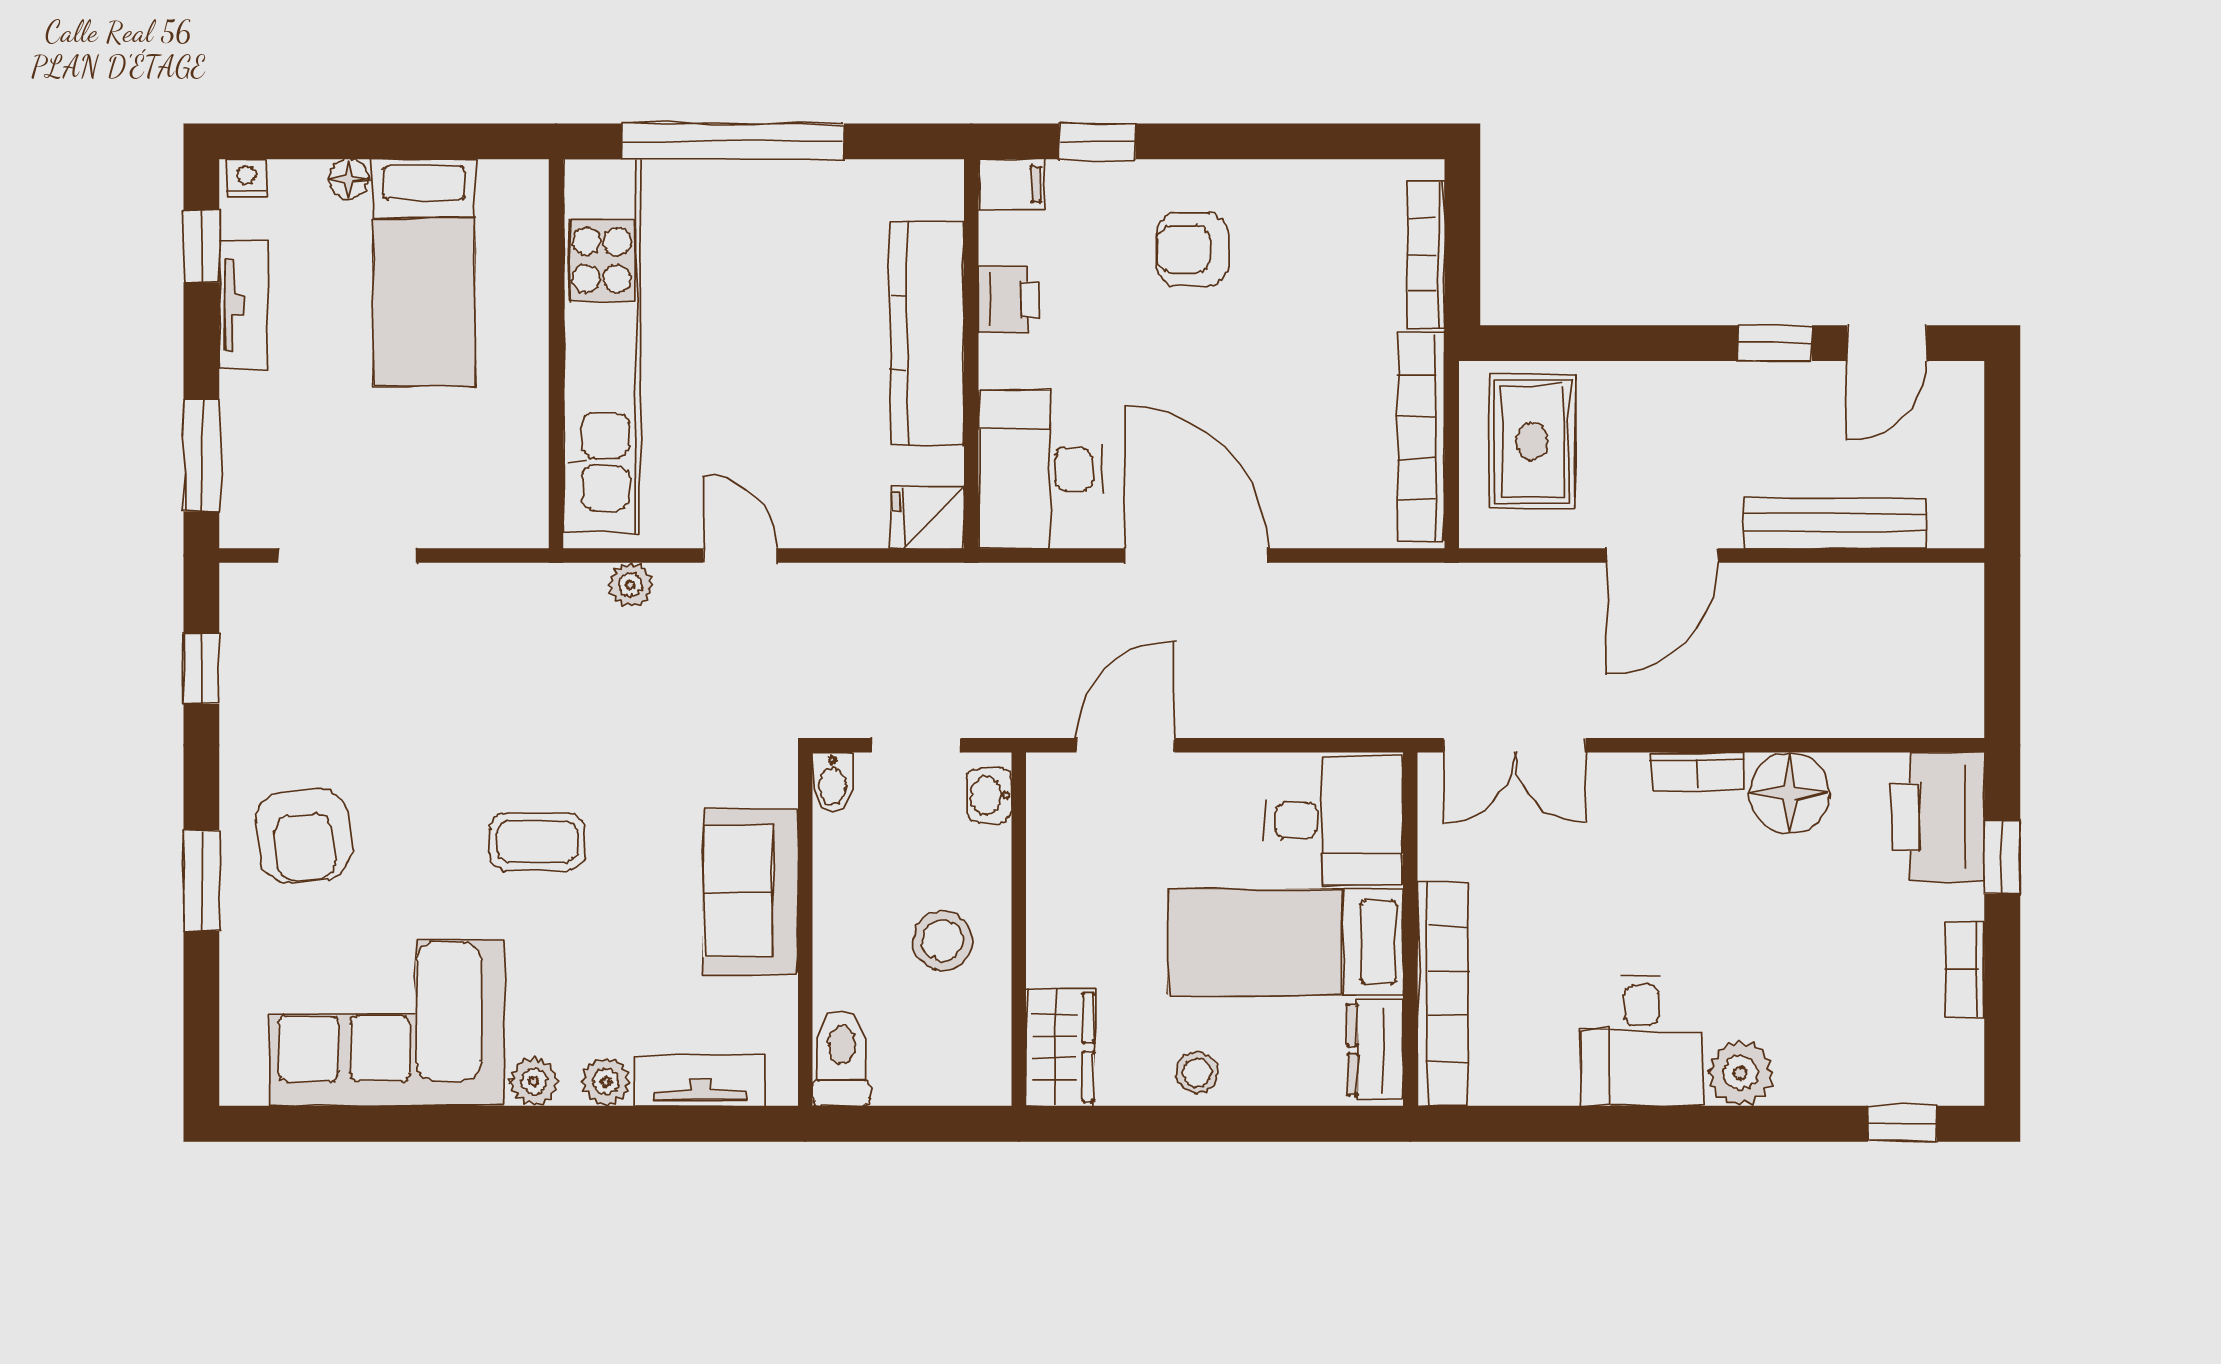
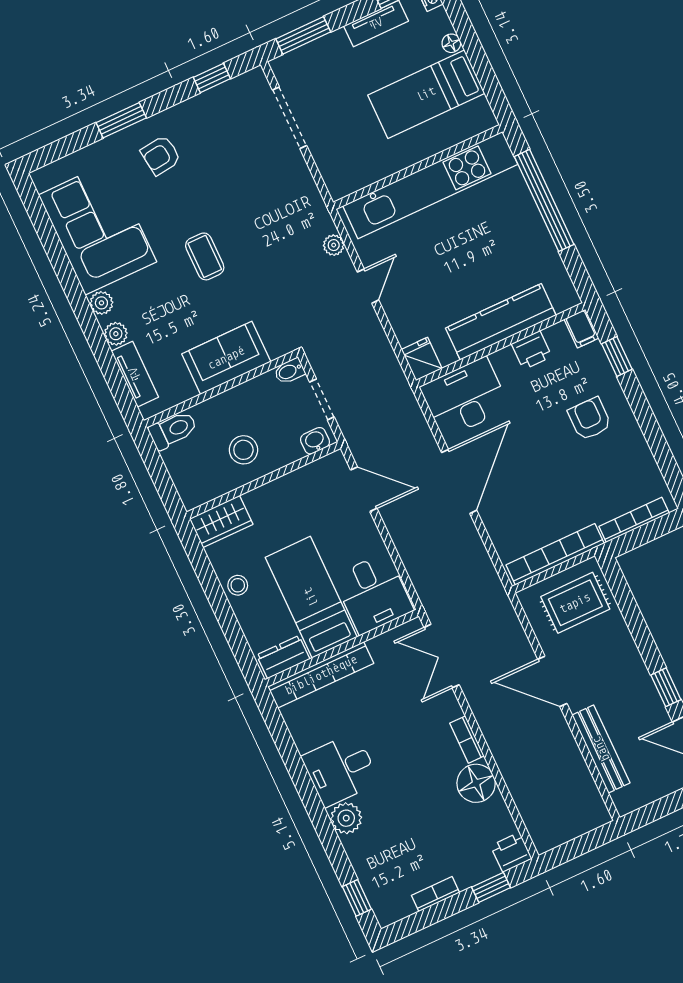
printer: (1938, 817) -> (511, 852), width x0.53, depth x0.68
armchair: (304, 836) -> (161, 155), width x0.72, depth x0.72

